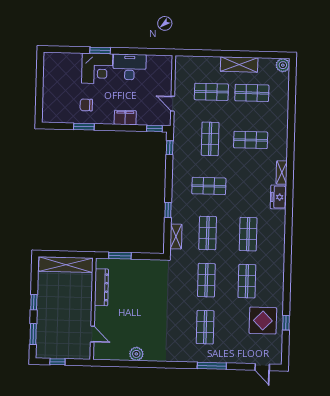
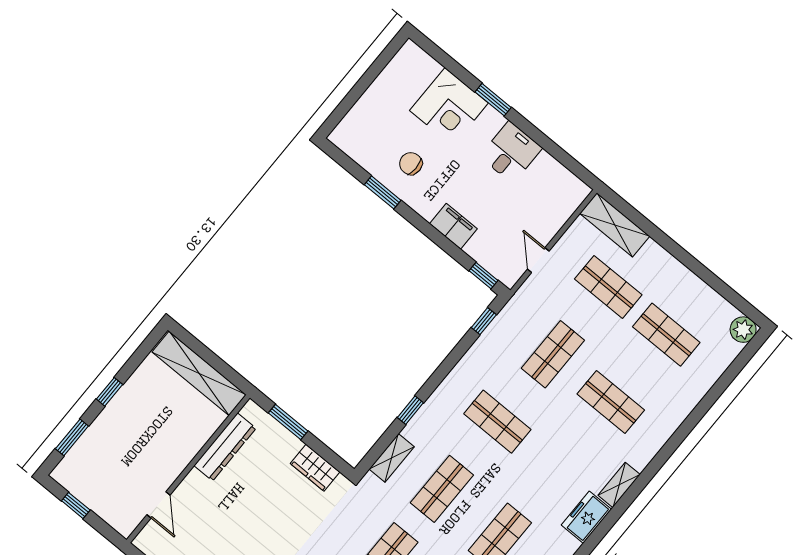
shelving: (239, 64) -> (615, 225), moved
desk: (130, 67) -> (511, 152), width x0.73
corner desk: (97, 68) -> (449, 107), moved
wardrobe: (147, 266) -> (315, 468), added

